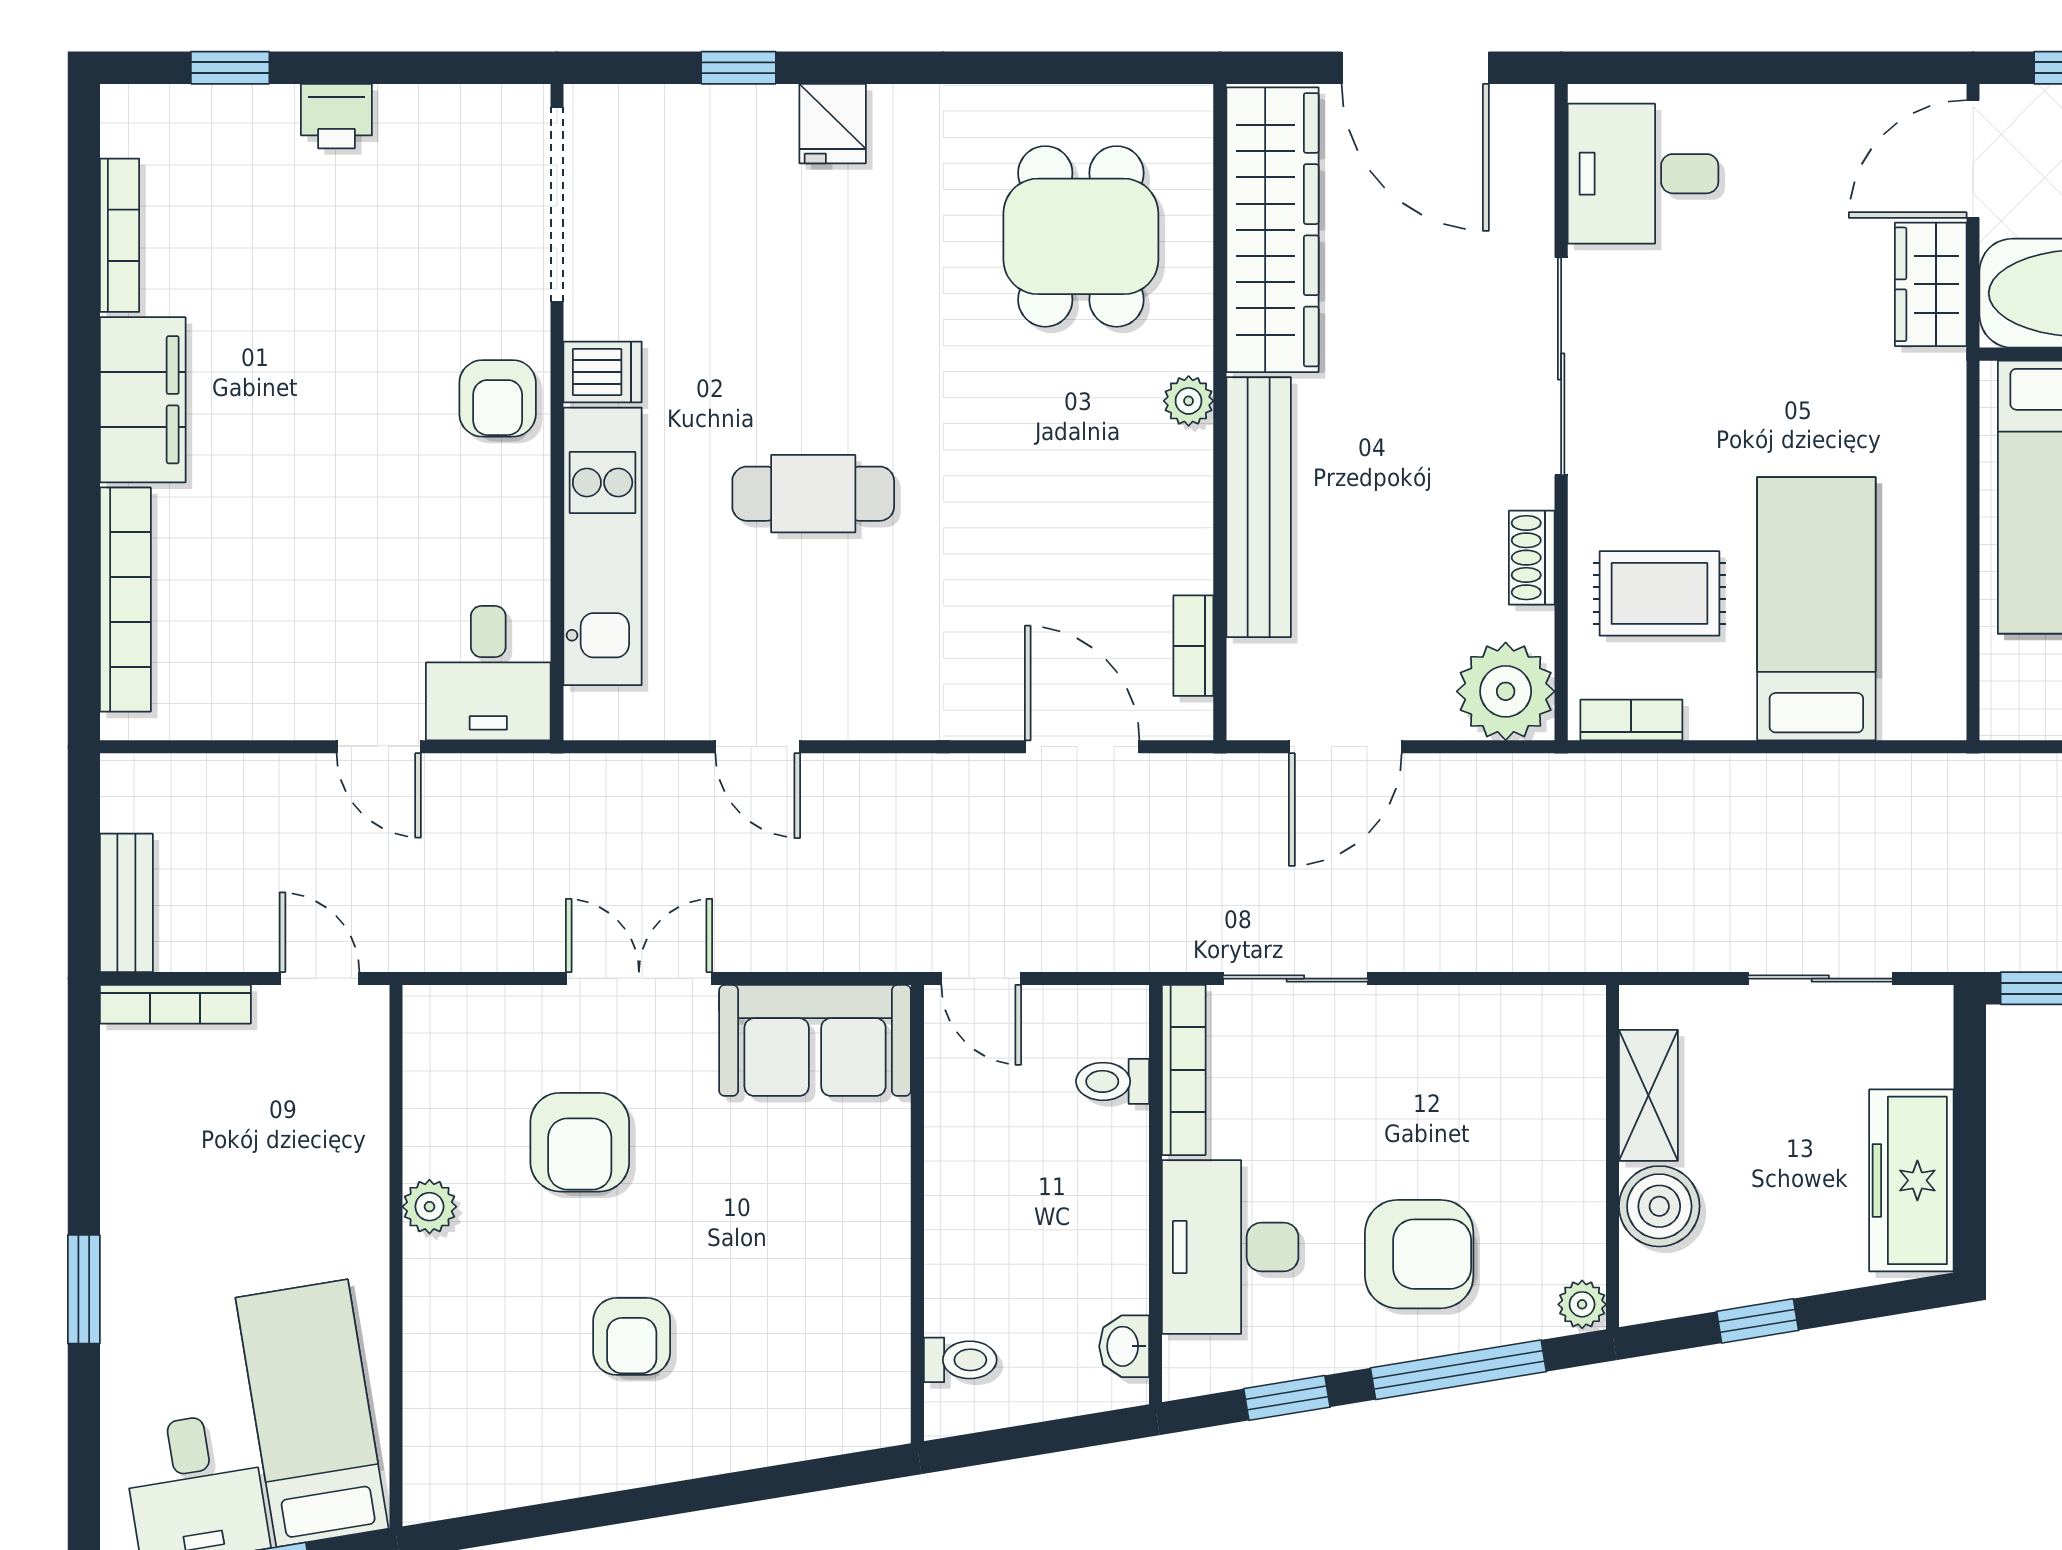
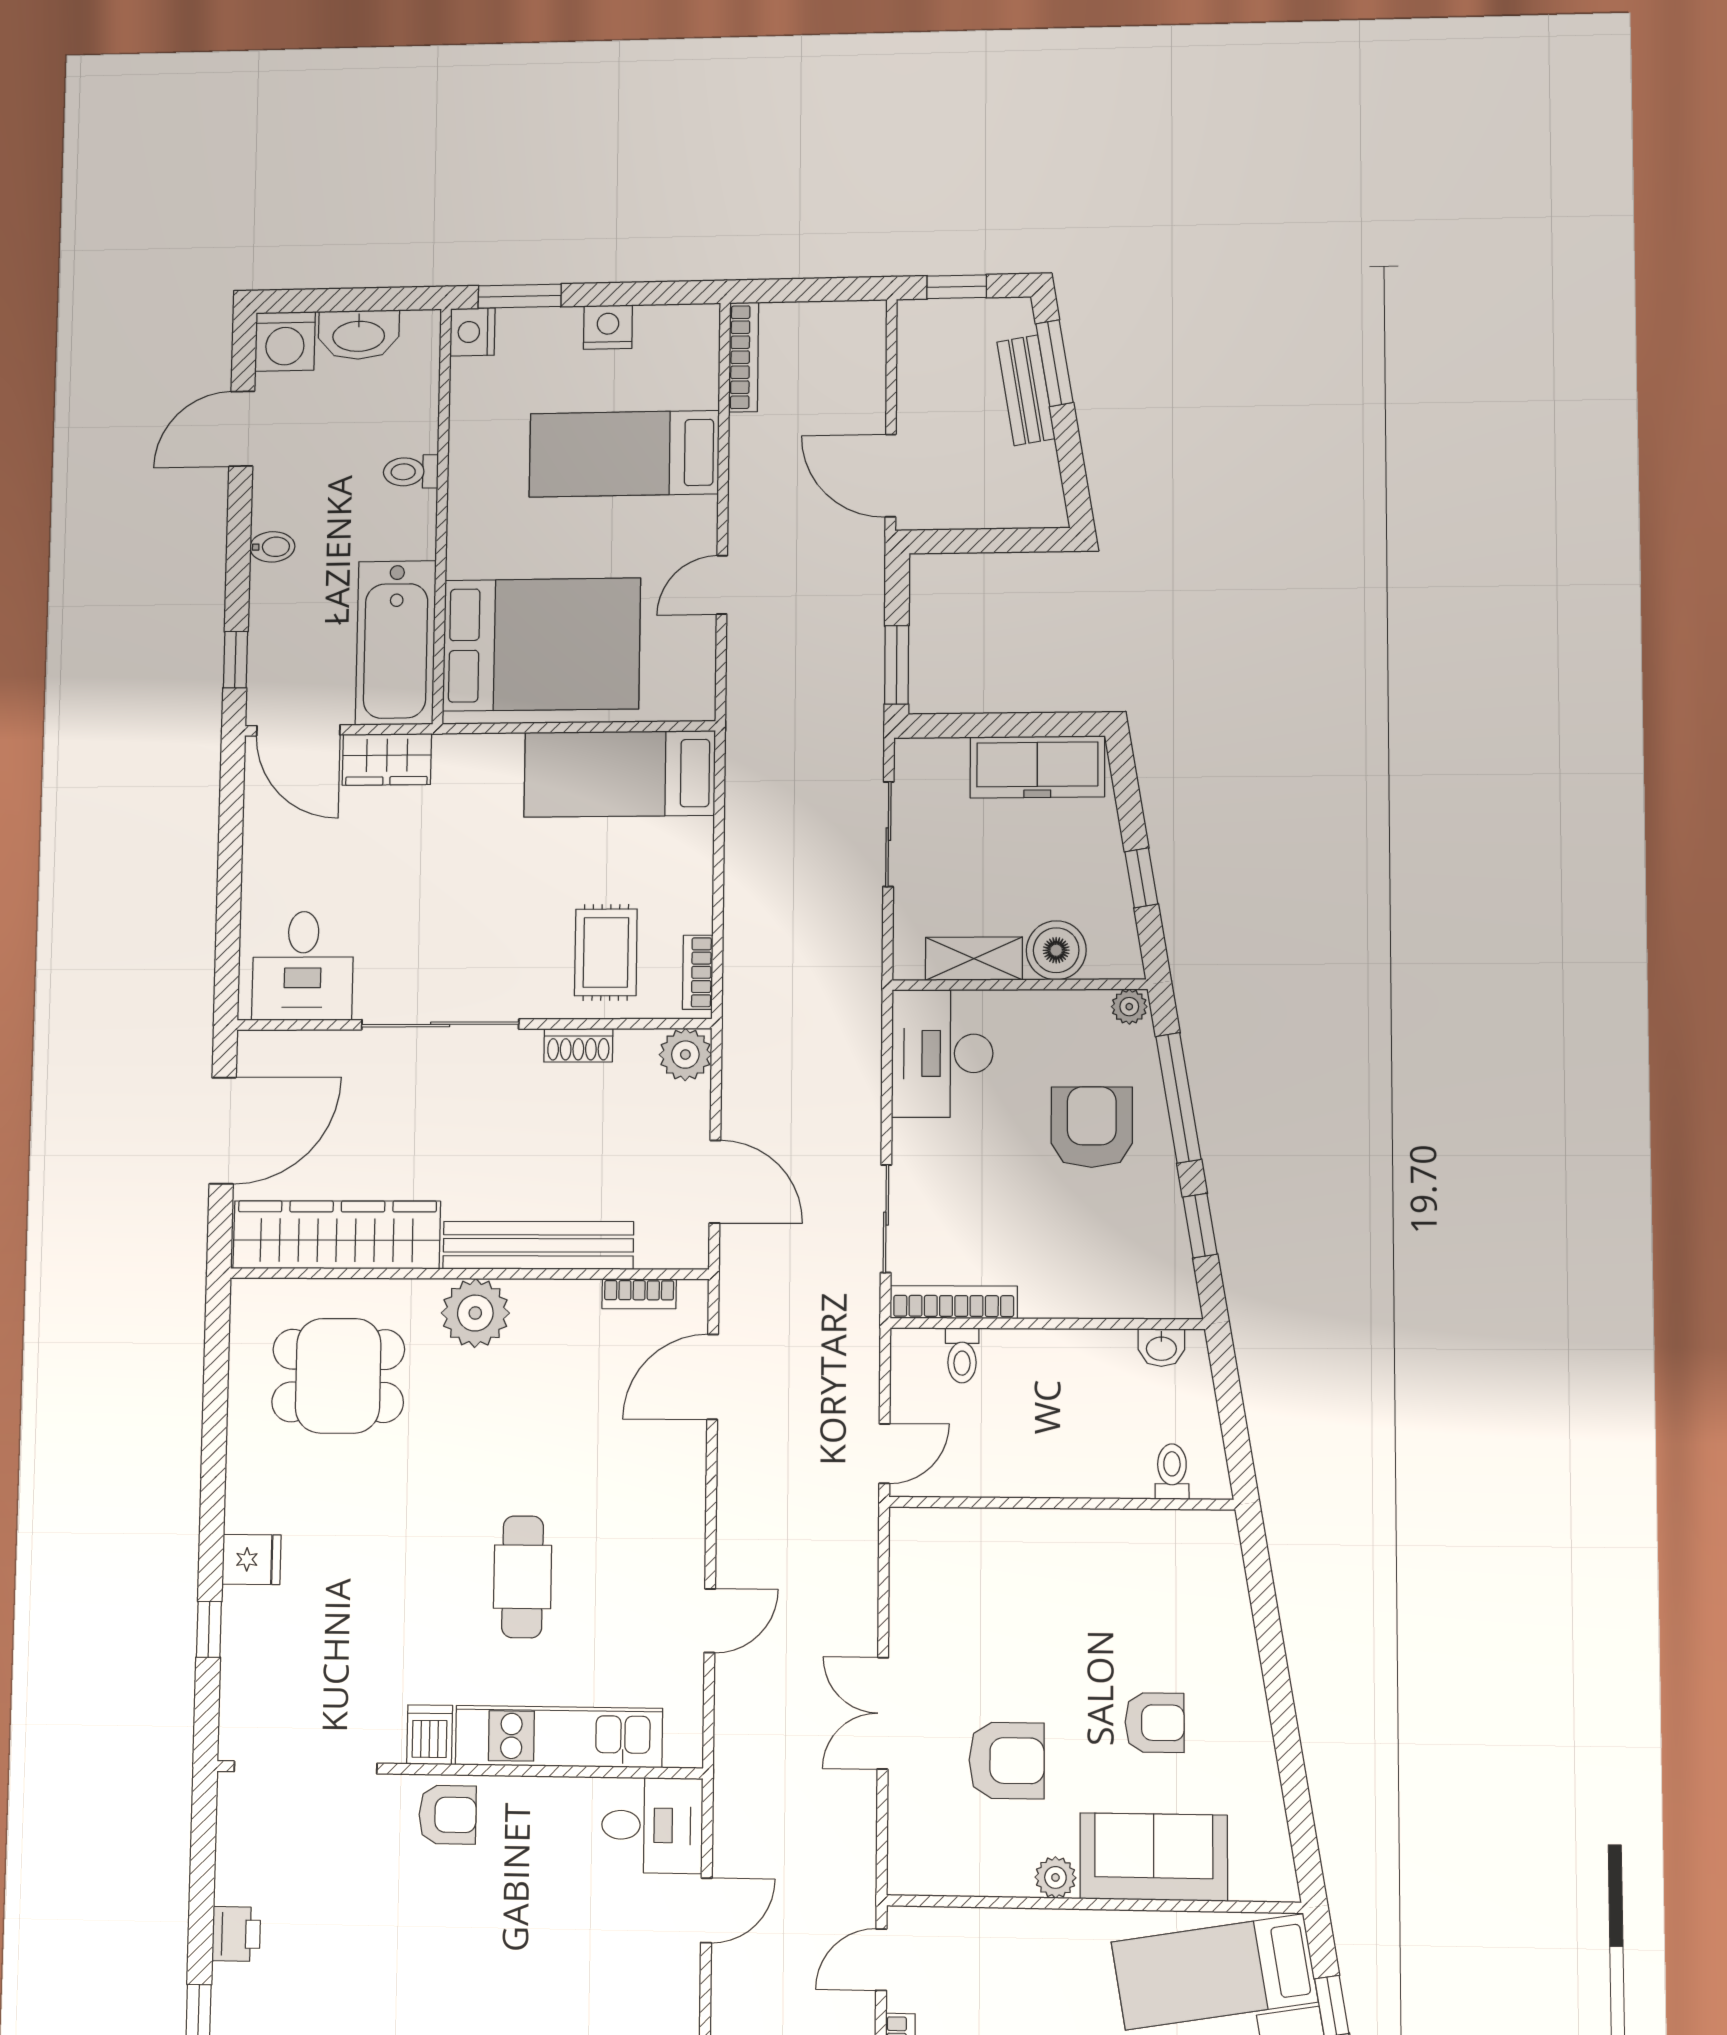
plant: (1189, 401) -> (475, 1313), width x1.87, depth x1.87
bed: (1816, 609) -> (620, 774), moved
plant: (1506, 691) -> (685, 1055), width x0.73, depth x0.73
sofa: (815, 1040) -> (1154, 1857), moved, turned -90
desk: (1230, 1247) -> (942, 1053), moved, turned 90

